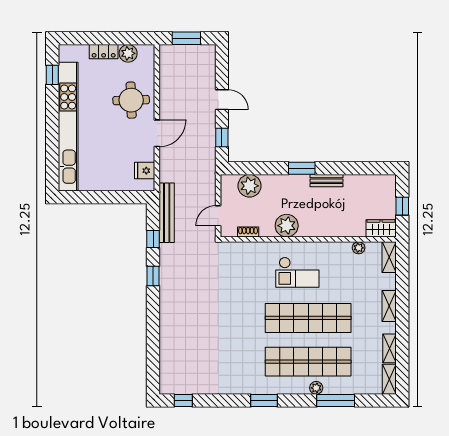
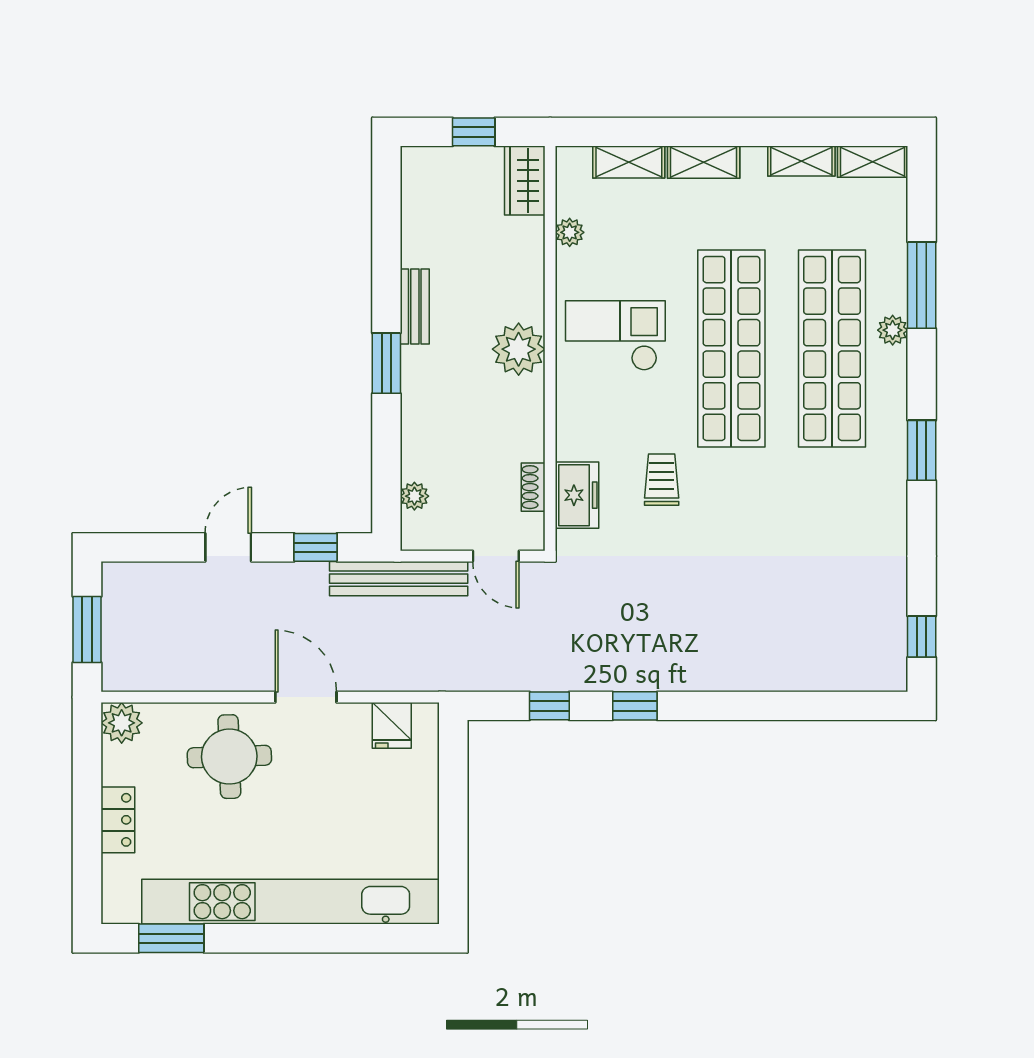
plant: (128, 53) -> (122, 723), moved
window: (52, 75) -> (171, 938), width x1.50
plant: (249, 186) -> (414, 496), width x0.53, depth x0.53
bench: (167, 213) -> (399, 579), moved
plant: (287, 226) -> (519, 349), moved
freezer: (245, 251) -> (577, 495), added
shelving: (389, 257) -> (629, 162), moved
checkout: (297, 272) -> (615, 336), moved, turned -90
trolley: (251, 288) -> (662, 480), added

